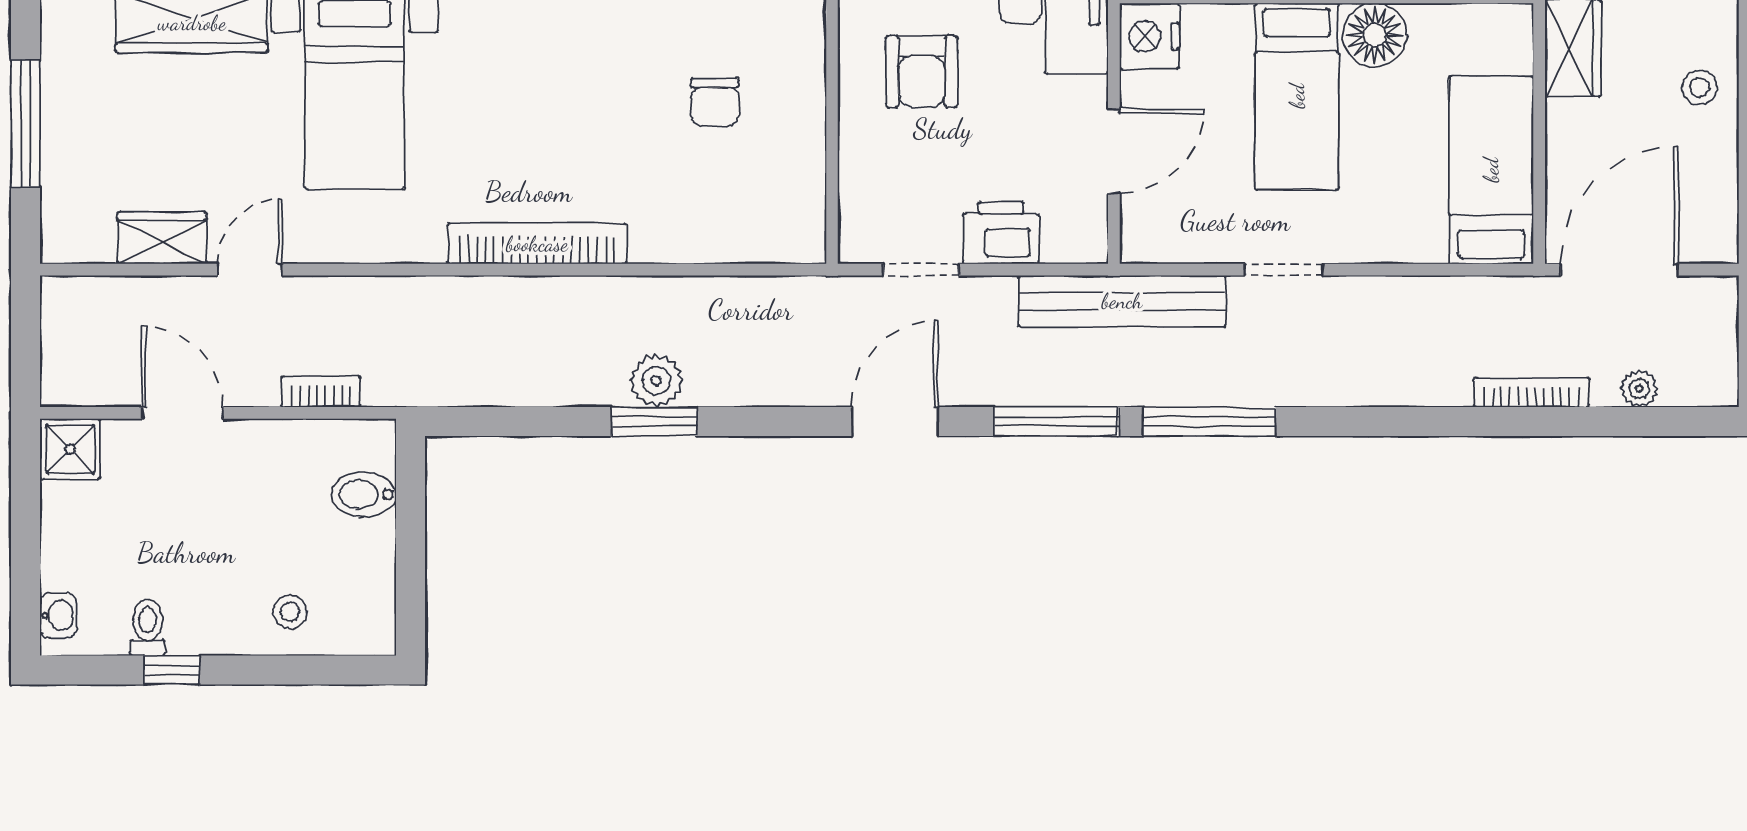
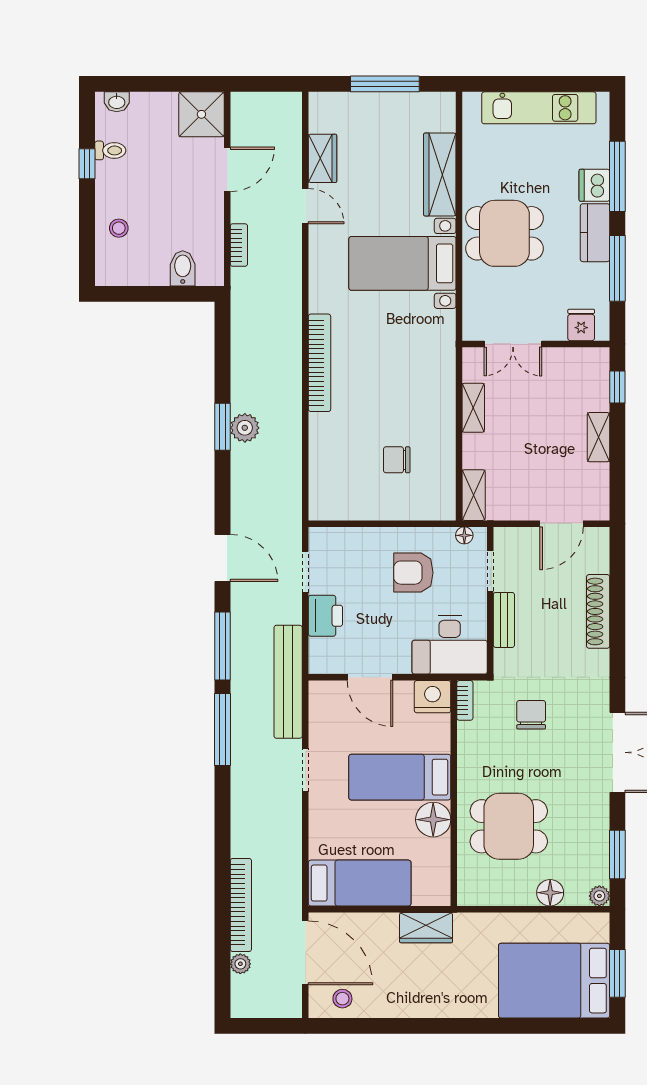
stool: (1700, 87) -> (342, 999), moved
bookcase: (1531, 392) -> (241, 905), width x1.48, depth x1.31
shower: (70, 449) -> (201, 114), width x1.36, depth x1.36

